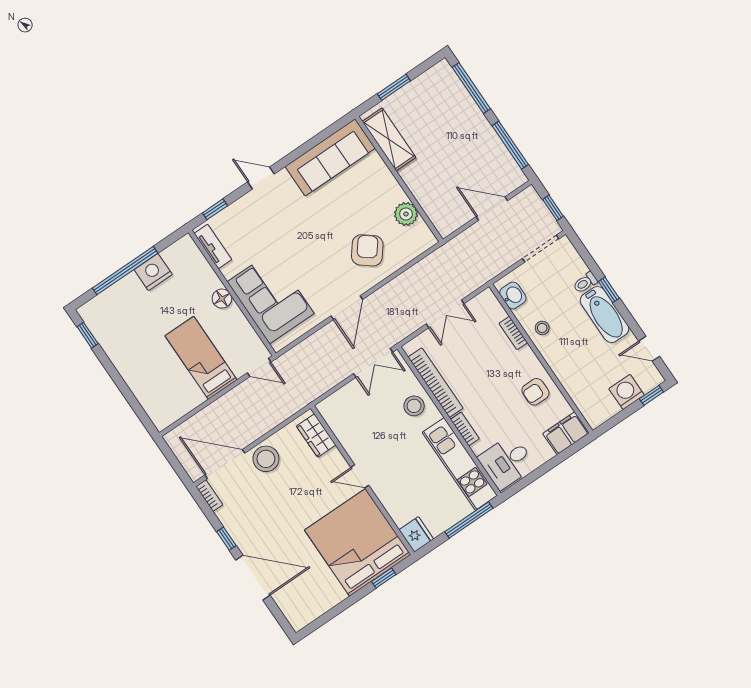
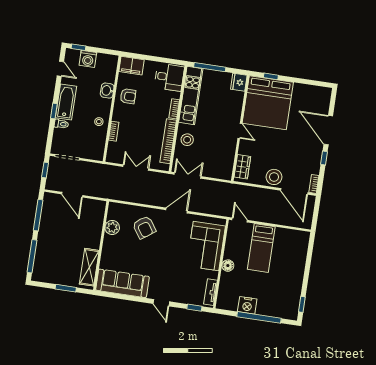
armchair: (367, 250) -> (144, 227), turned -73
washbasin: (513, 295) -> (107, 91), moved

